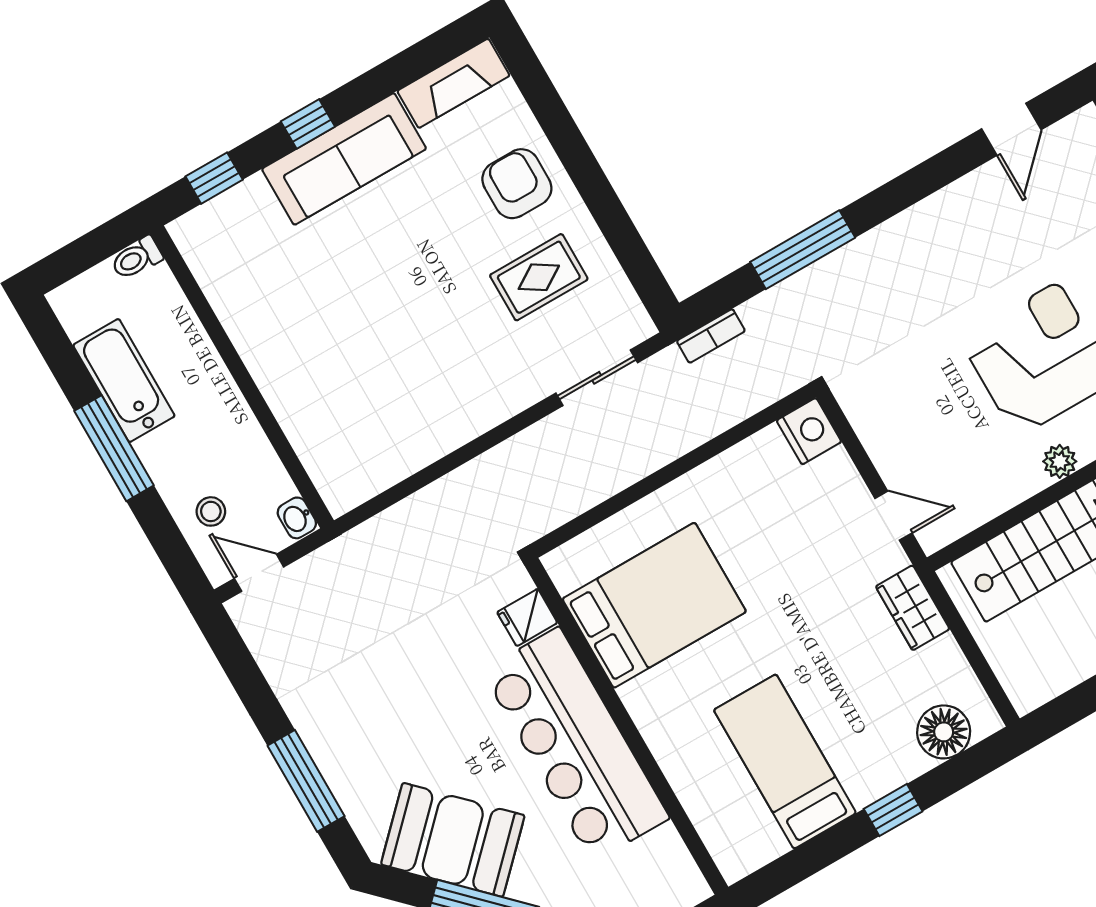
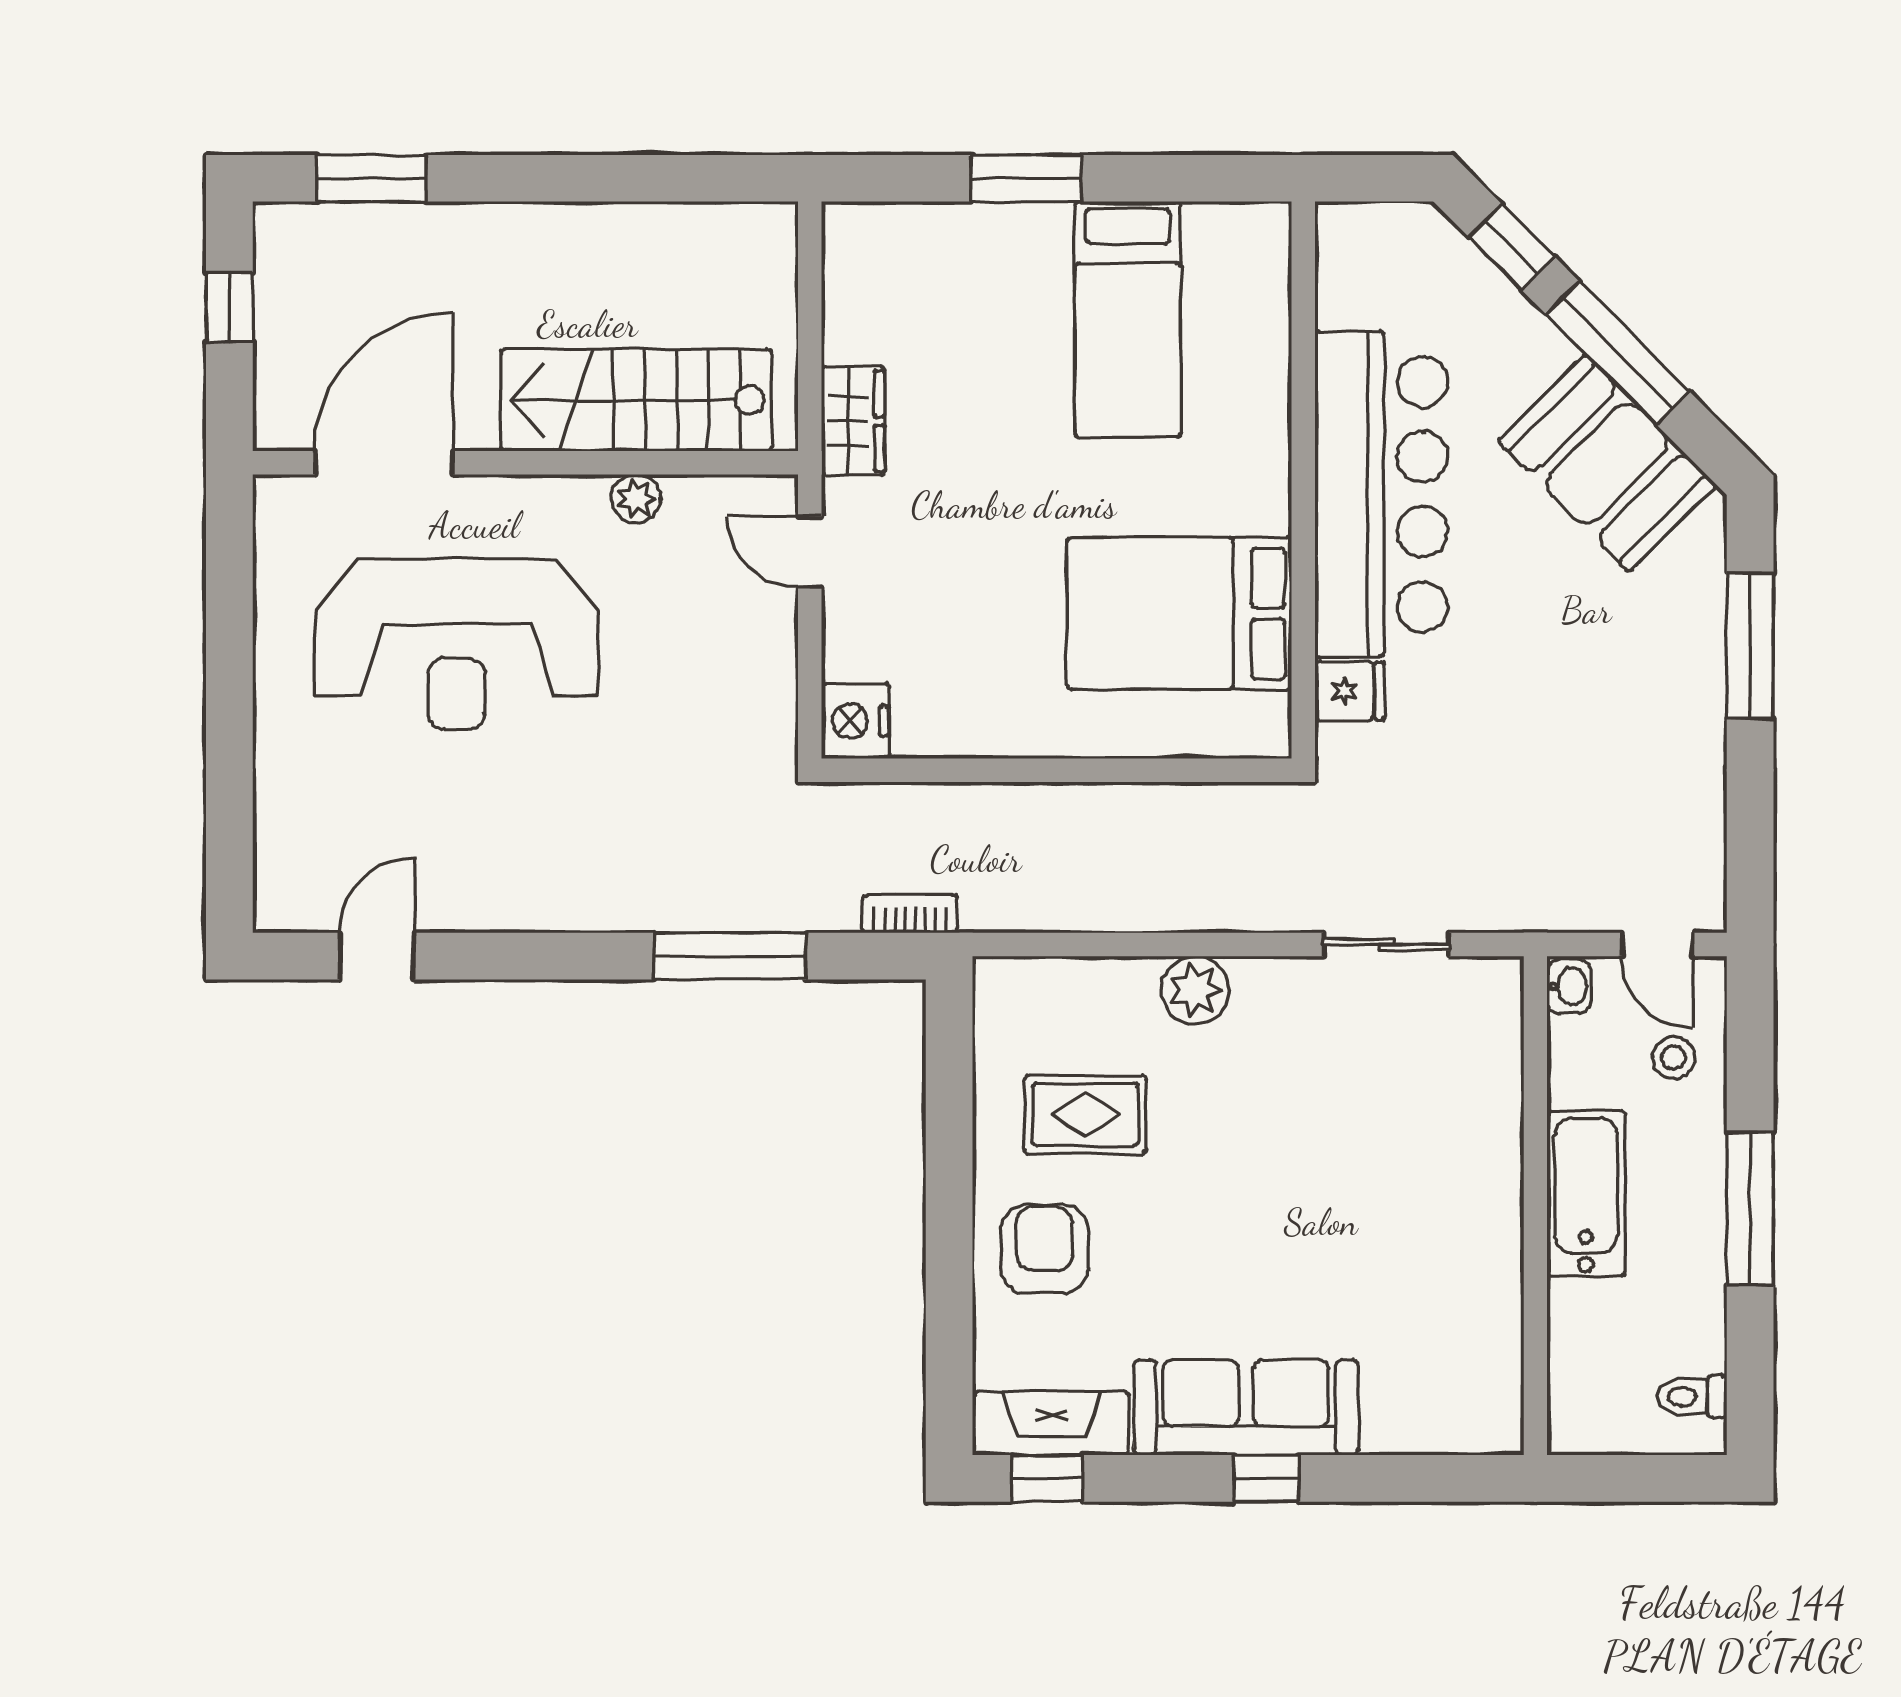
window: (214, 178) -> (1047, 1478), moved
armchair: (517, 184) -> (1045, 1249), turned 180
toilet: (137, 258) -> (1692, 1396), moved, turned 180
sliding door: (597, 378) -> (1386, 944), moved
bathtub: (124, 381) -> (1586, 1194), moved, turned 180
plant: (516, 388) -> (1195, 990), added
plant: (1060, 461) -> (636, 499), moved
floor lamp: (944, 732) -> (905, 240), removed
window: (893, 810) -> (1026, 178), width x1.50

